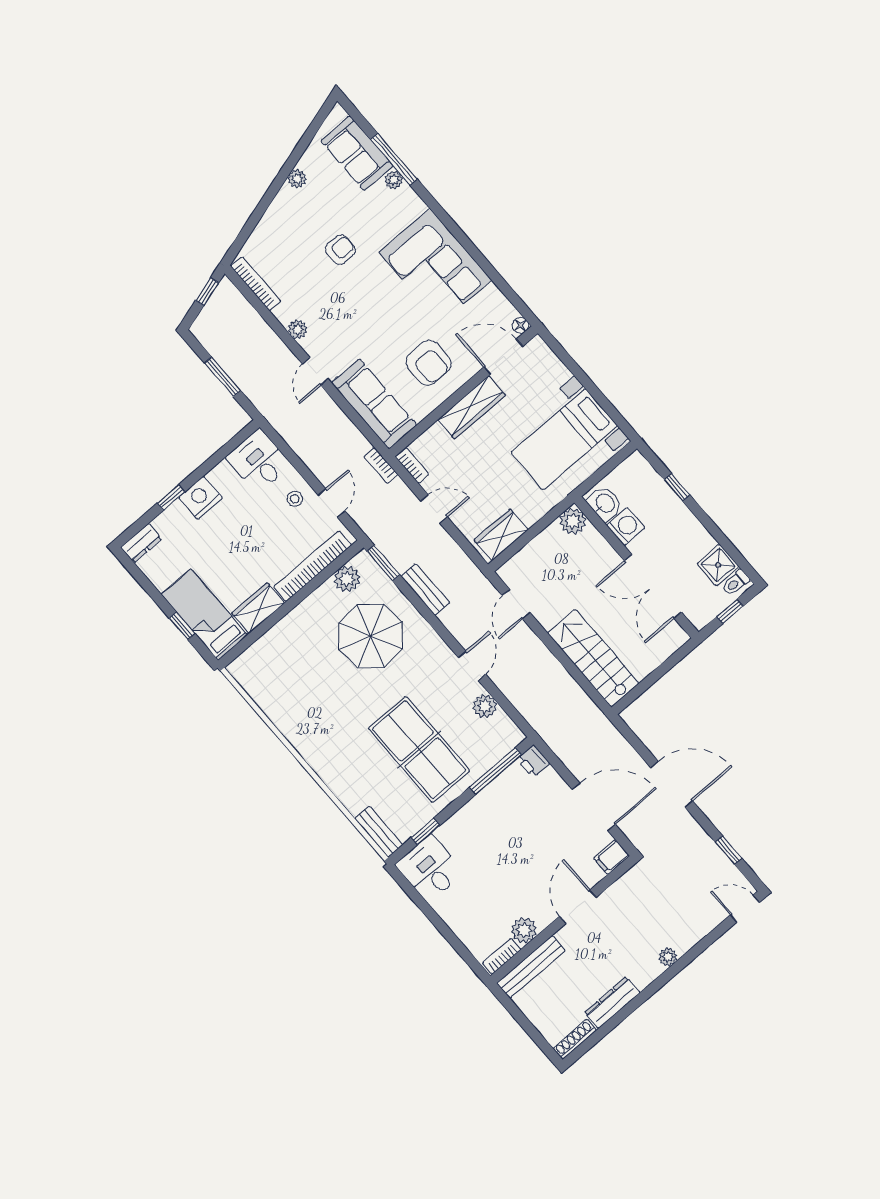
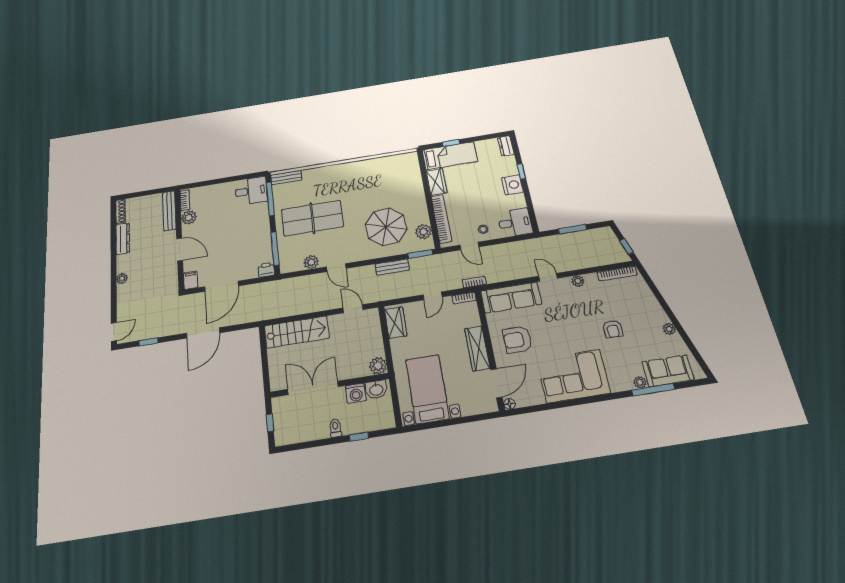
shower: (718, 565) -> (300, 432), removed
toilet: (736, 583) -> (335, 428), moved
window: (426, 831) -> (270, 199), width x2.17

